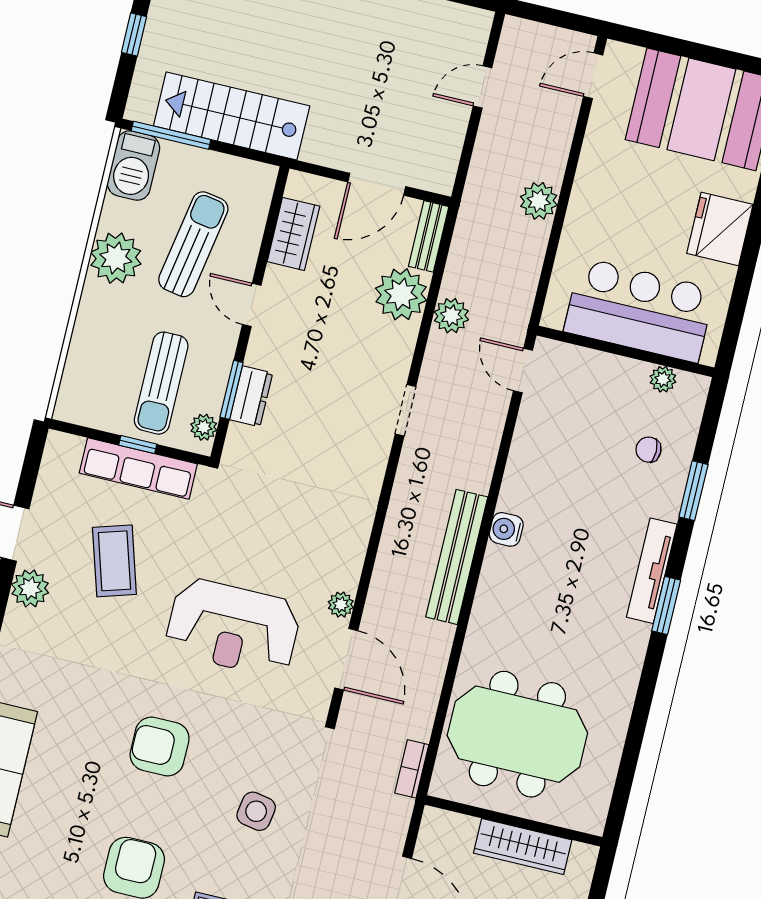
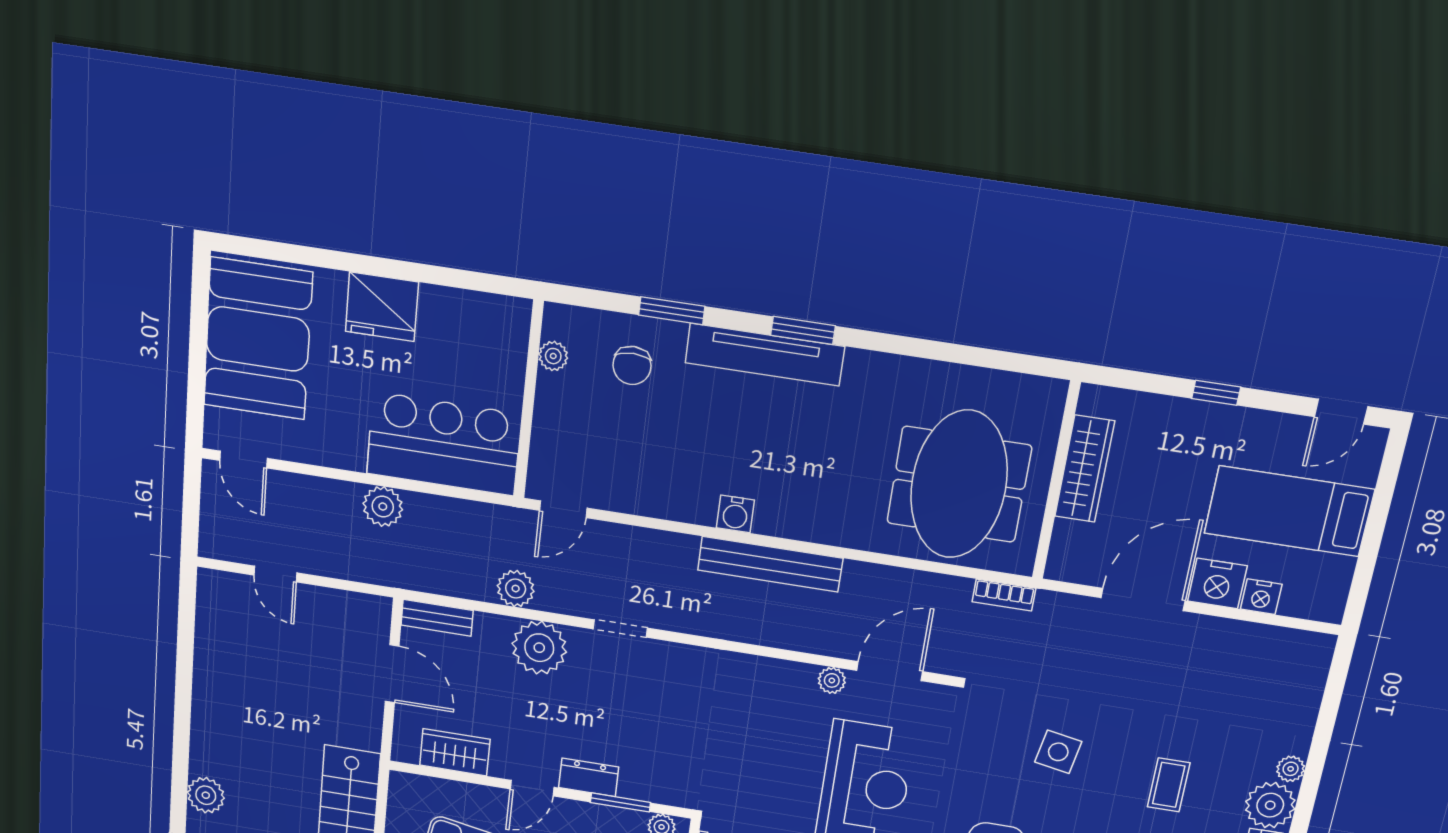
plant: (401, 294) -> (539, 648), moved
bar counter: (639, 310) -> (444, 444), moved, turned 90
dresser: (251, 396) -> (589, 777), moved
chair: (649, 450) -> (632, 365), width x1.37, depth x1.37
tv unit: (652, 571) -> (765, 355), width x1.36, depth x1.29

